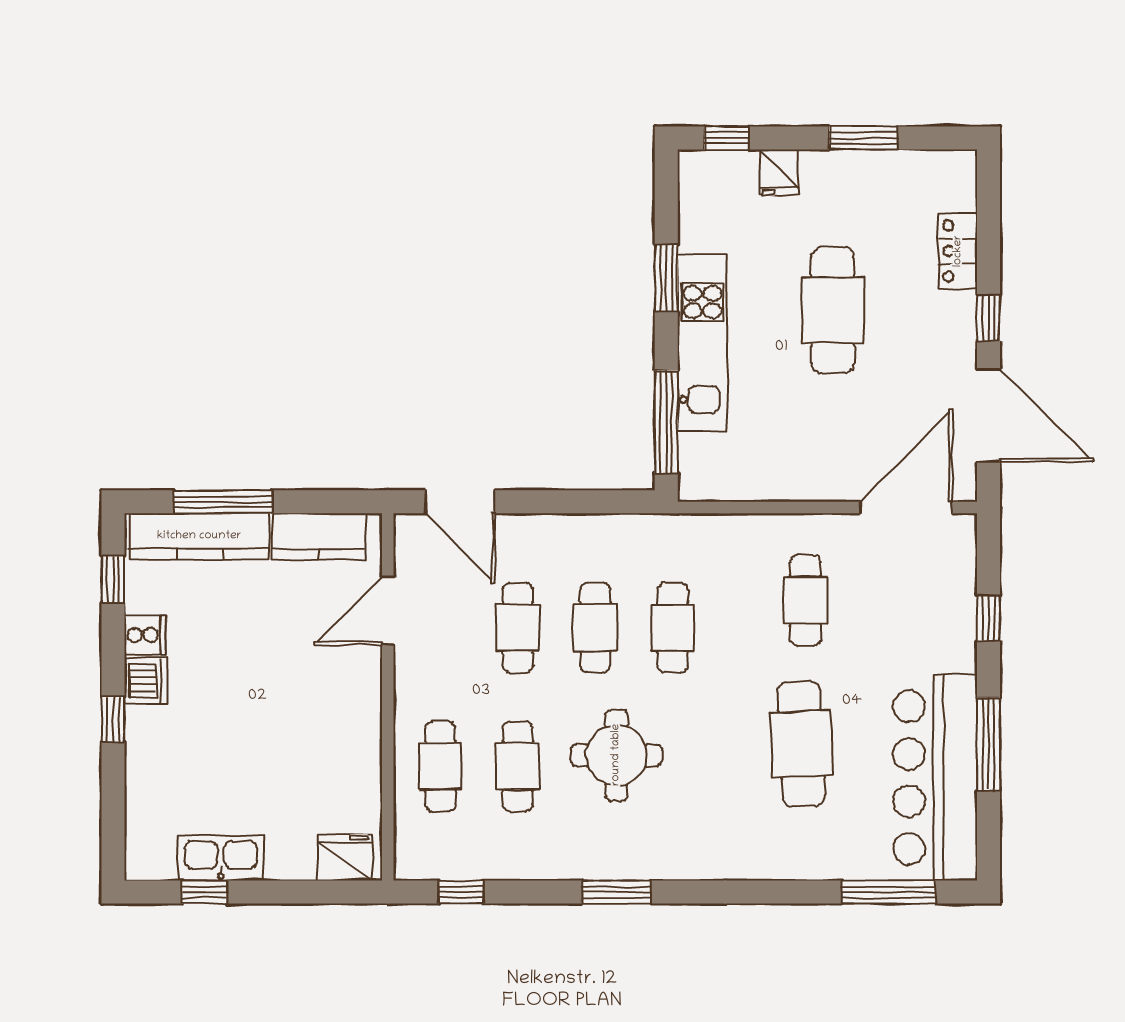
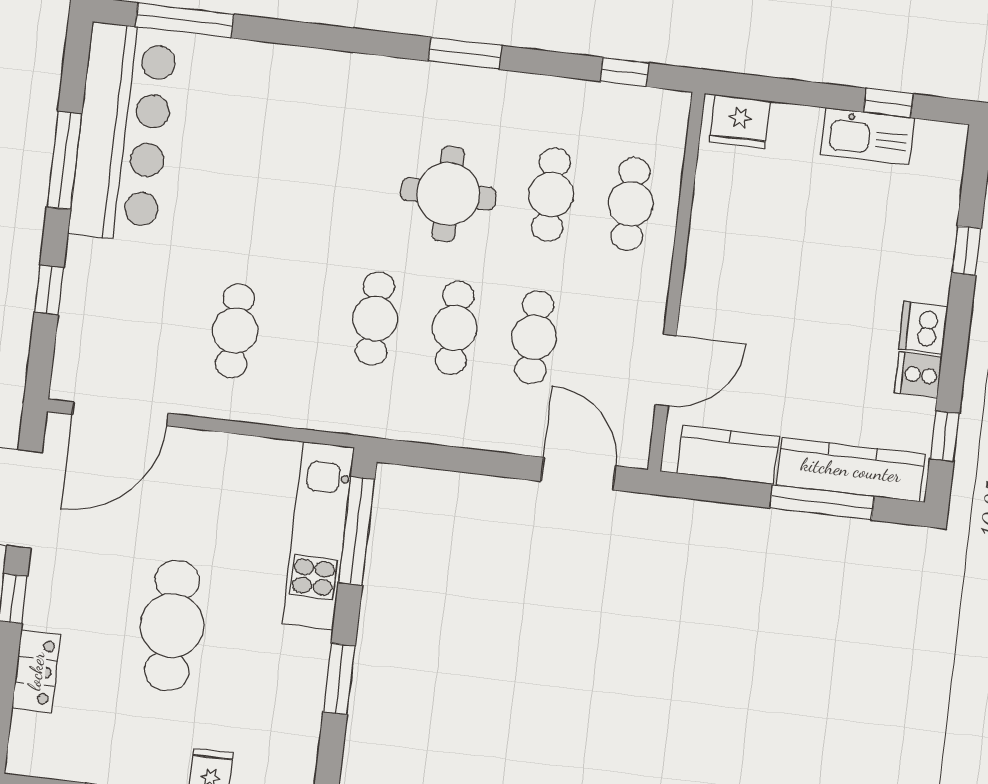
kitchen unit: (703, 343) -> (318, 535), moved
window: (113, 719) -> (966, 250), moved
cafe table: (801, 744) -> (257, 183), removed

